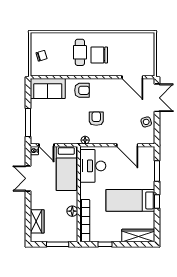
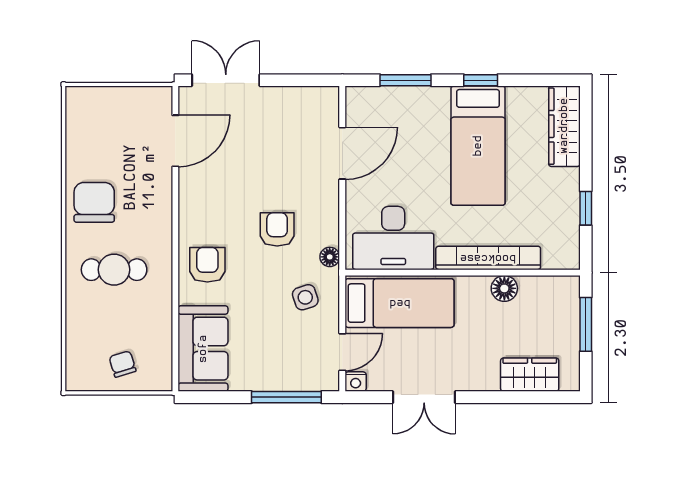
chair: (99, 55) -> (94, 202), moved, turned 180
armchair: (96, 119) -> (277, 229), turned 90
side table: (146, 122) -> (305, 297), moved
bookcase: (85, 221) -> (488, 258), moved

